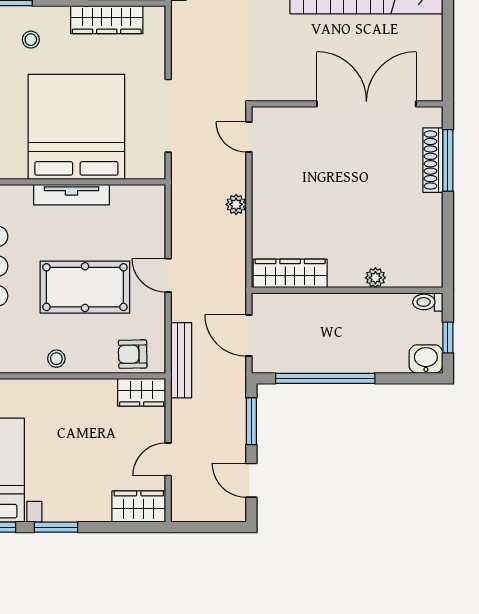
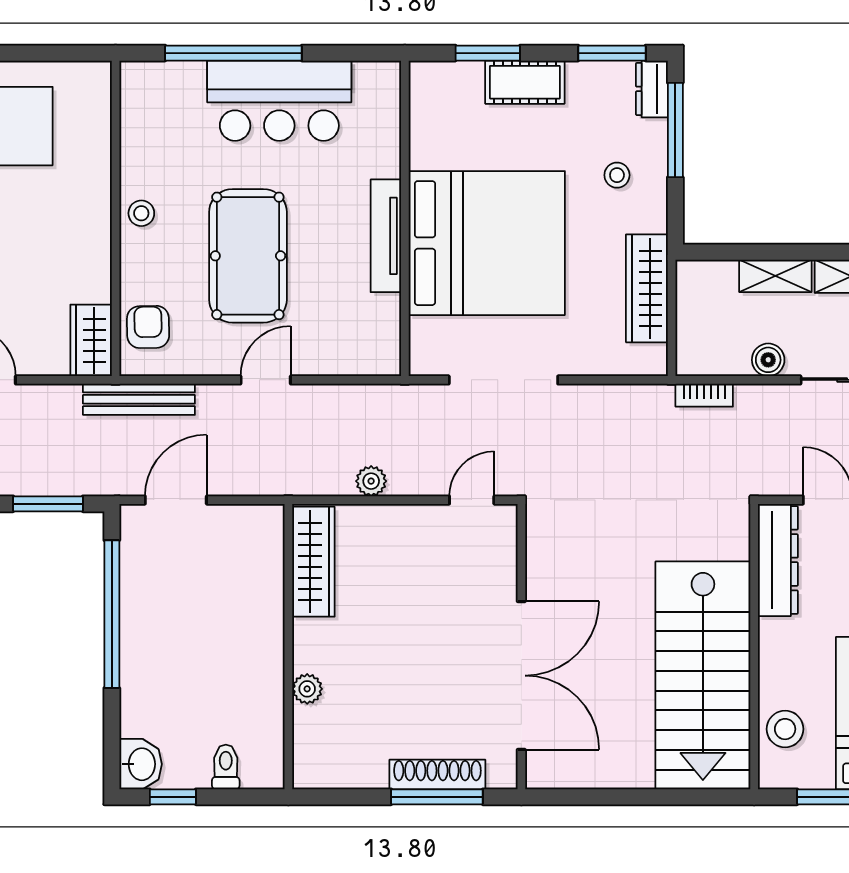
wardrobe: (290, 273) -> (313, 562), moved
plant: (375, 278) -> (307, 689), moved
wall: (347, 290) -> (288, 647), moved

